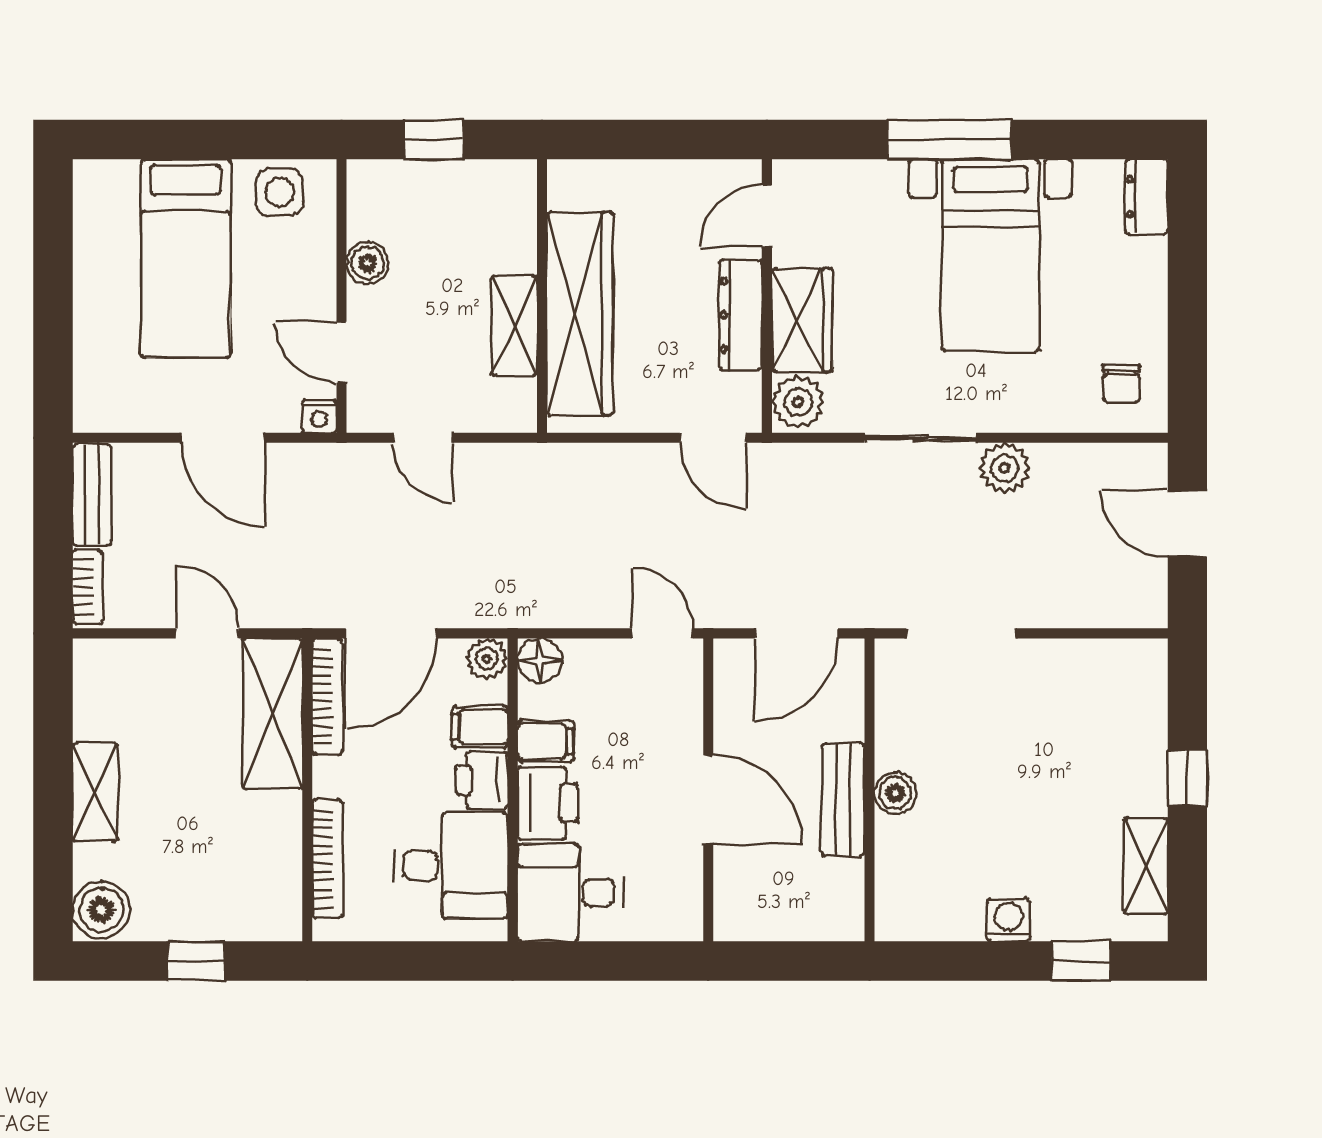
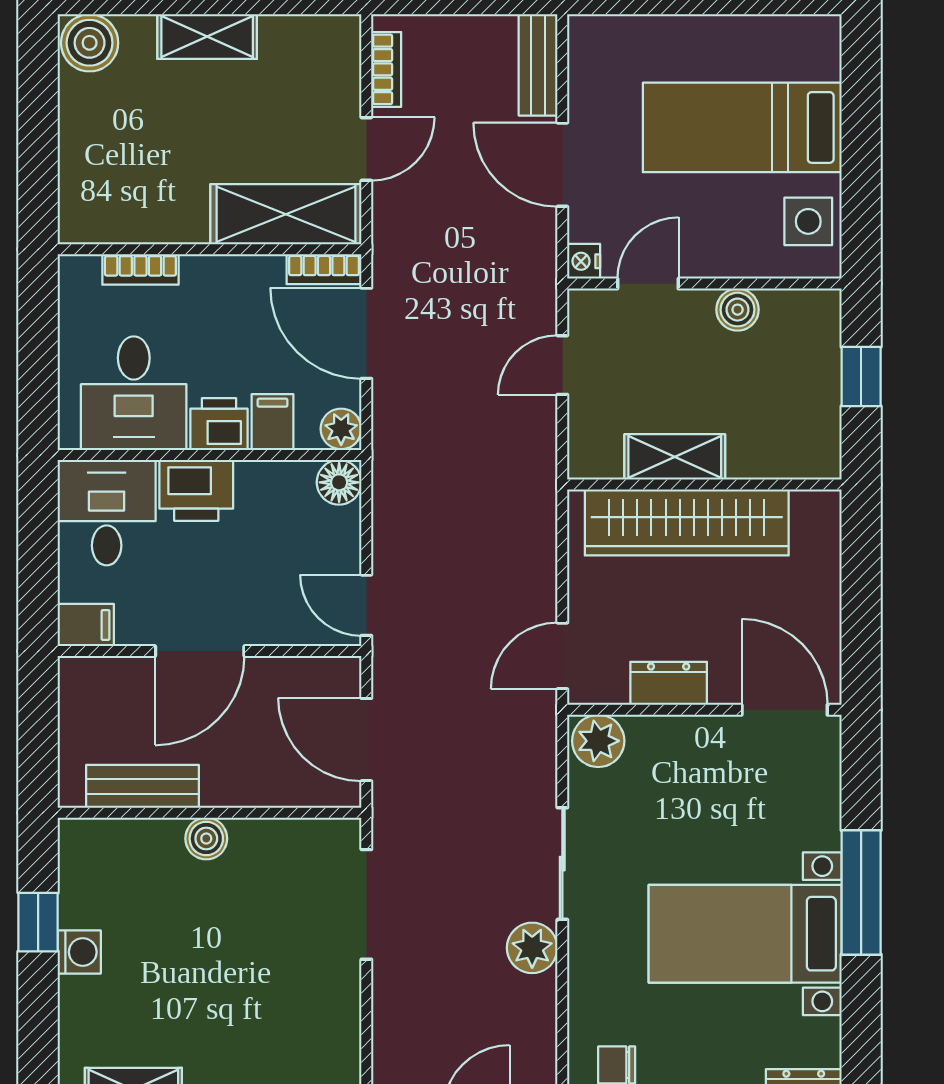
door: (767, 216) -> (785, 710), width x1.38
dresser: (740, 315) -> (669, 683), width x0.70
wardrobe: (802, 320) -> (680, 745), removed
door: (223, 438) -> (562, 165), hinge flipped
bench: (92, 495) -> (538, 65), moved, turned 90
bookcase: (88, 587) -> (386, 69), moved, turned -90
door: (662, 633) -> (366, 605), swing flipped
bookcase: (327, 697) -> (324, 269), width x0.64
filing cabinet: (546, 741) -> (86, 625), moved, turned -90
bench: (843, 800) -> (143, 786), moved
bookcase: (327, 859) -> (140, 269), width x0.64
window: (196, 961) -> (38, 138), removed
window: (1081, 961) -> (38, 922), moved

